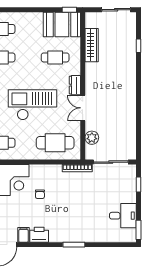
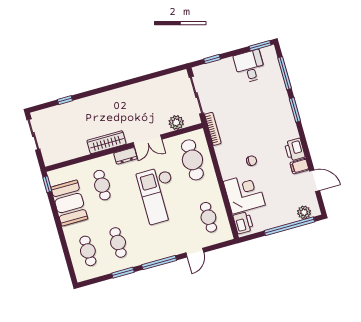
booth: (62, 24) -> (69, 203), moved
wardrobe: (92, 45) -> (106, 142), moved
window: (108, 245) -> (285, 73), added

